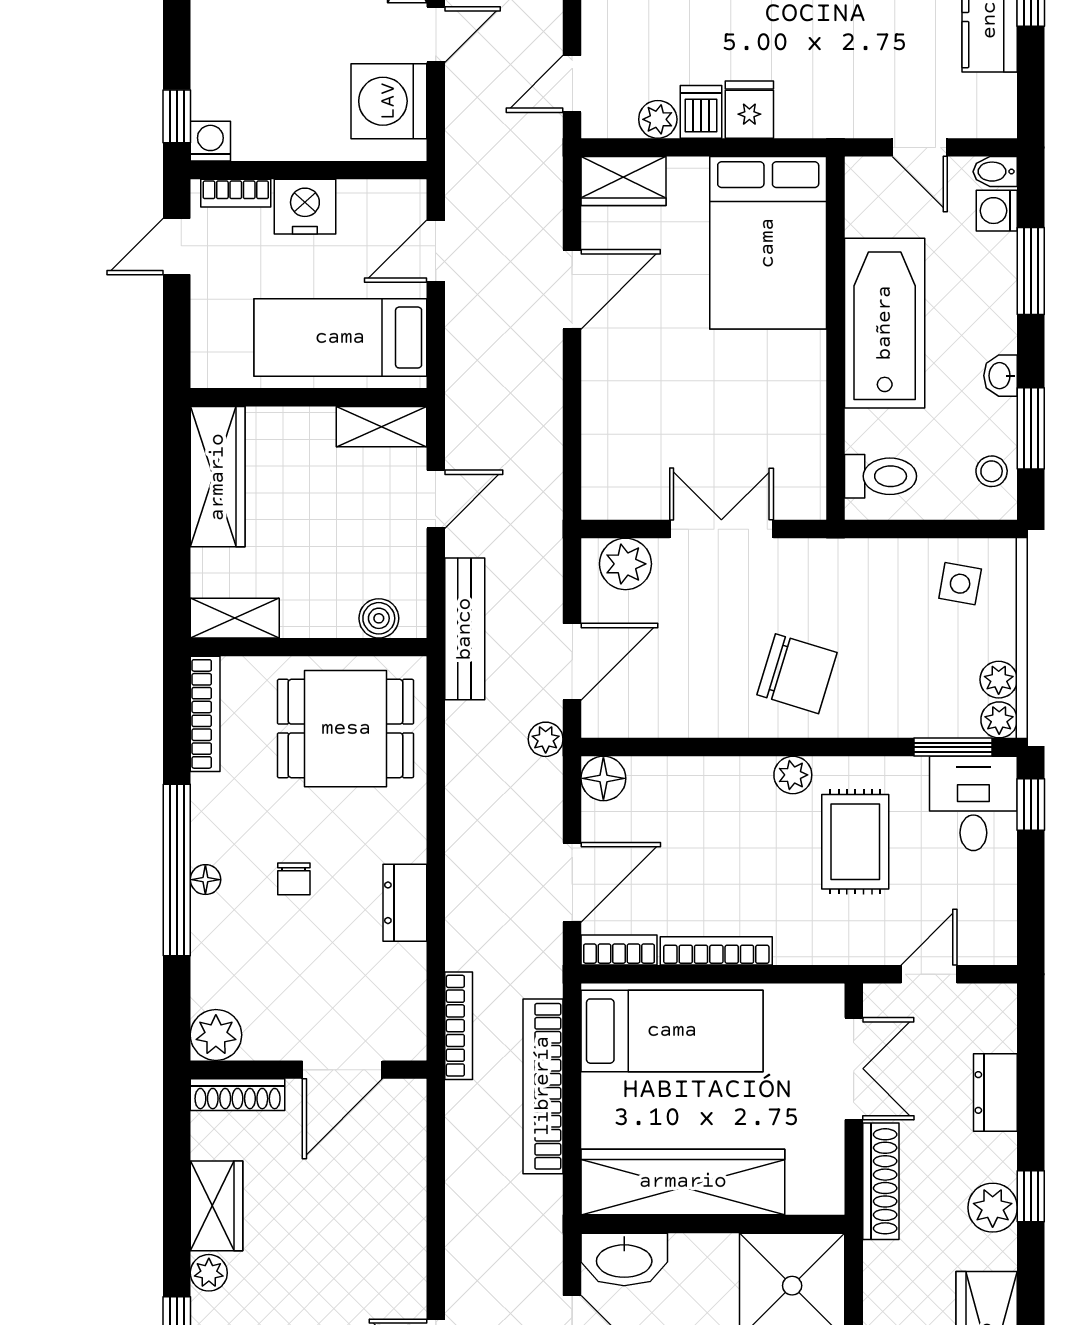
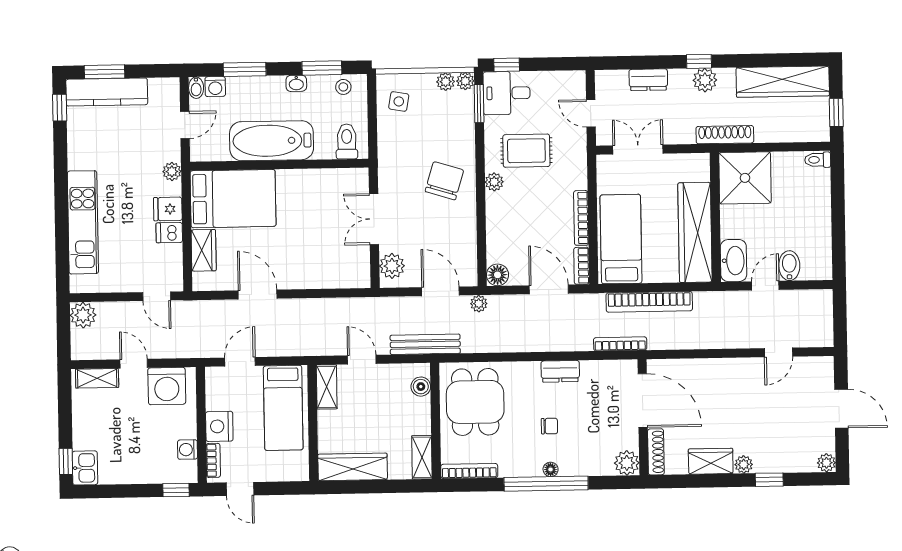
plant: (658, 119) -> (172, 171), moved
washing machine: (210, 141) -> (187, 450), moved
wardrobe: (623, 181) -> (204, 250), moved
door: (436, 251) -> (240, 362), swing flipped
door: (342, 1070) -> (643, 401), width x1.36
shoe rack: (881, 1181) -> (725, 135), moved

